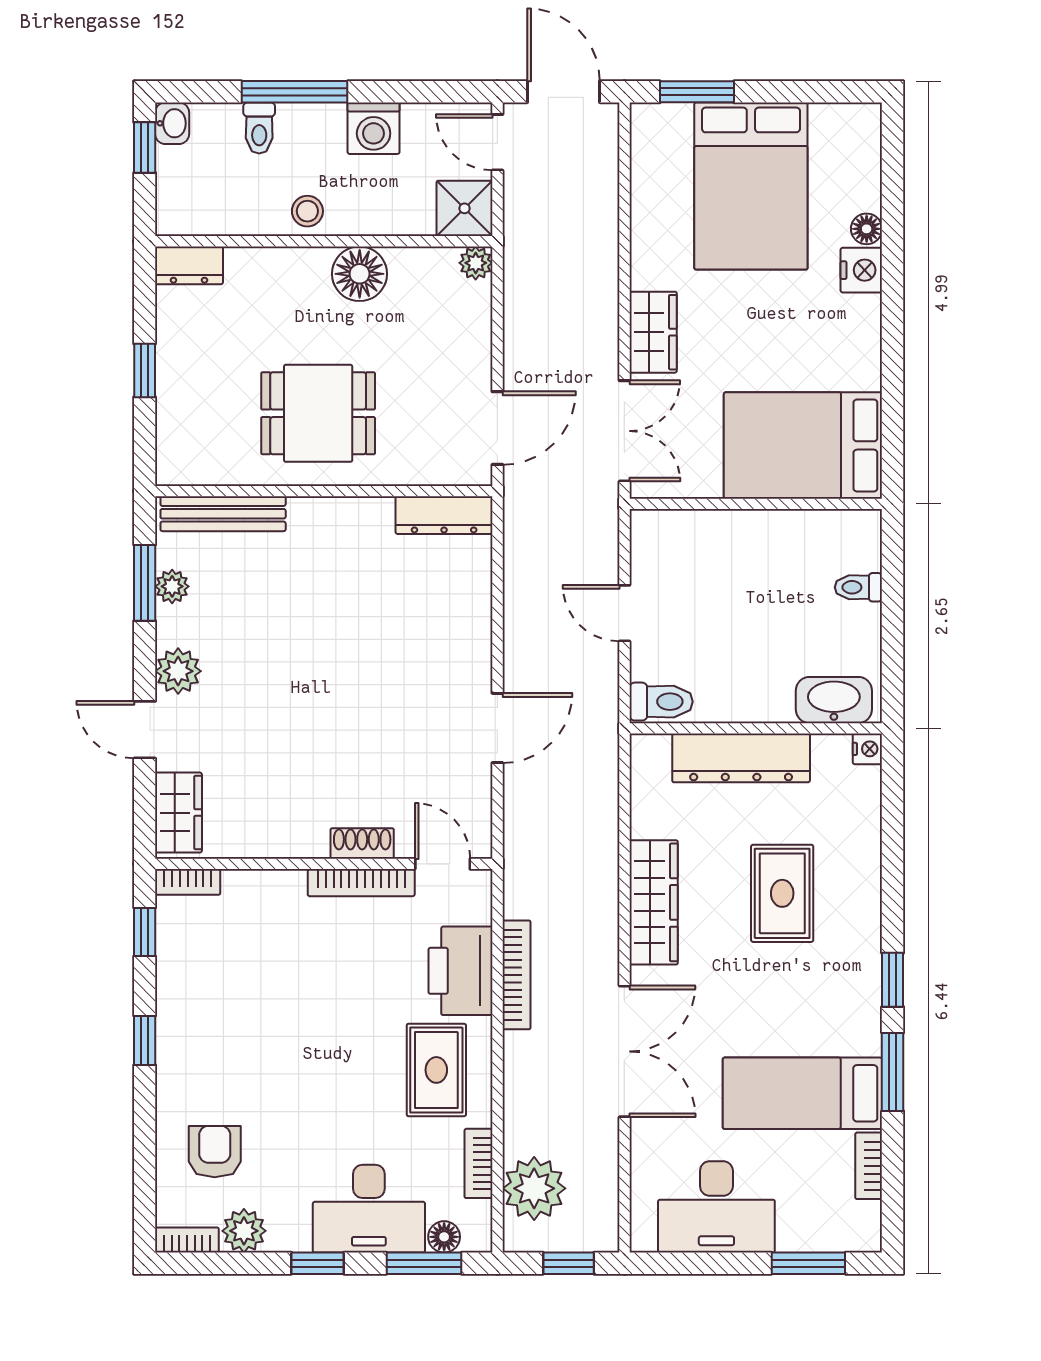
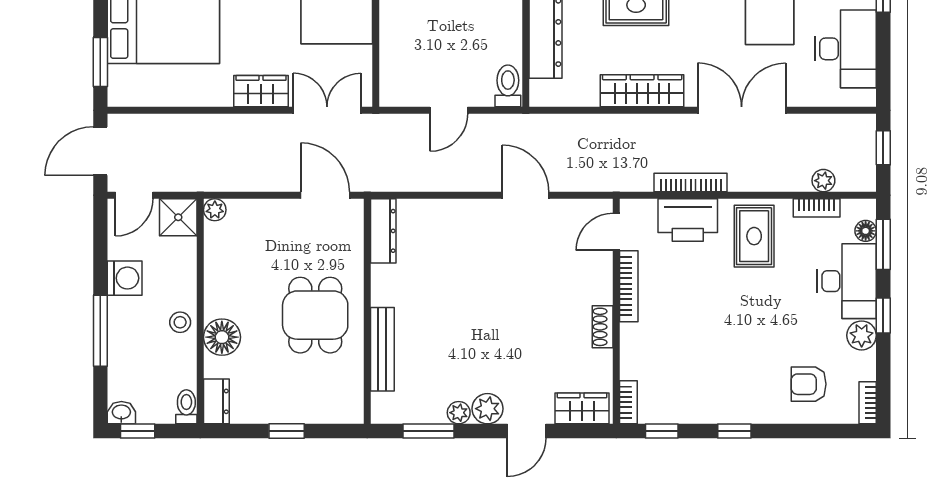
toilet: (259, 128) -> (186, 407), moved, turned -90
floor lamp: (360, 274) -> (222, 337), moved
bench: (223, 514) -> (382, 349), moved
plant: (172, 586) -> (459, 413), moved
shoe rack: (362, 843) -> (603, 327), moved
rug: (436, 1070) -> (754, 236), turned 90
plant: (534, 1188) -> (823, 181), width x0.53, depth x0.53
plant: (244, 1231) -> (862, 335), moved

